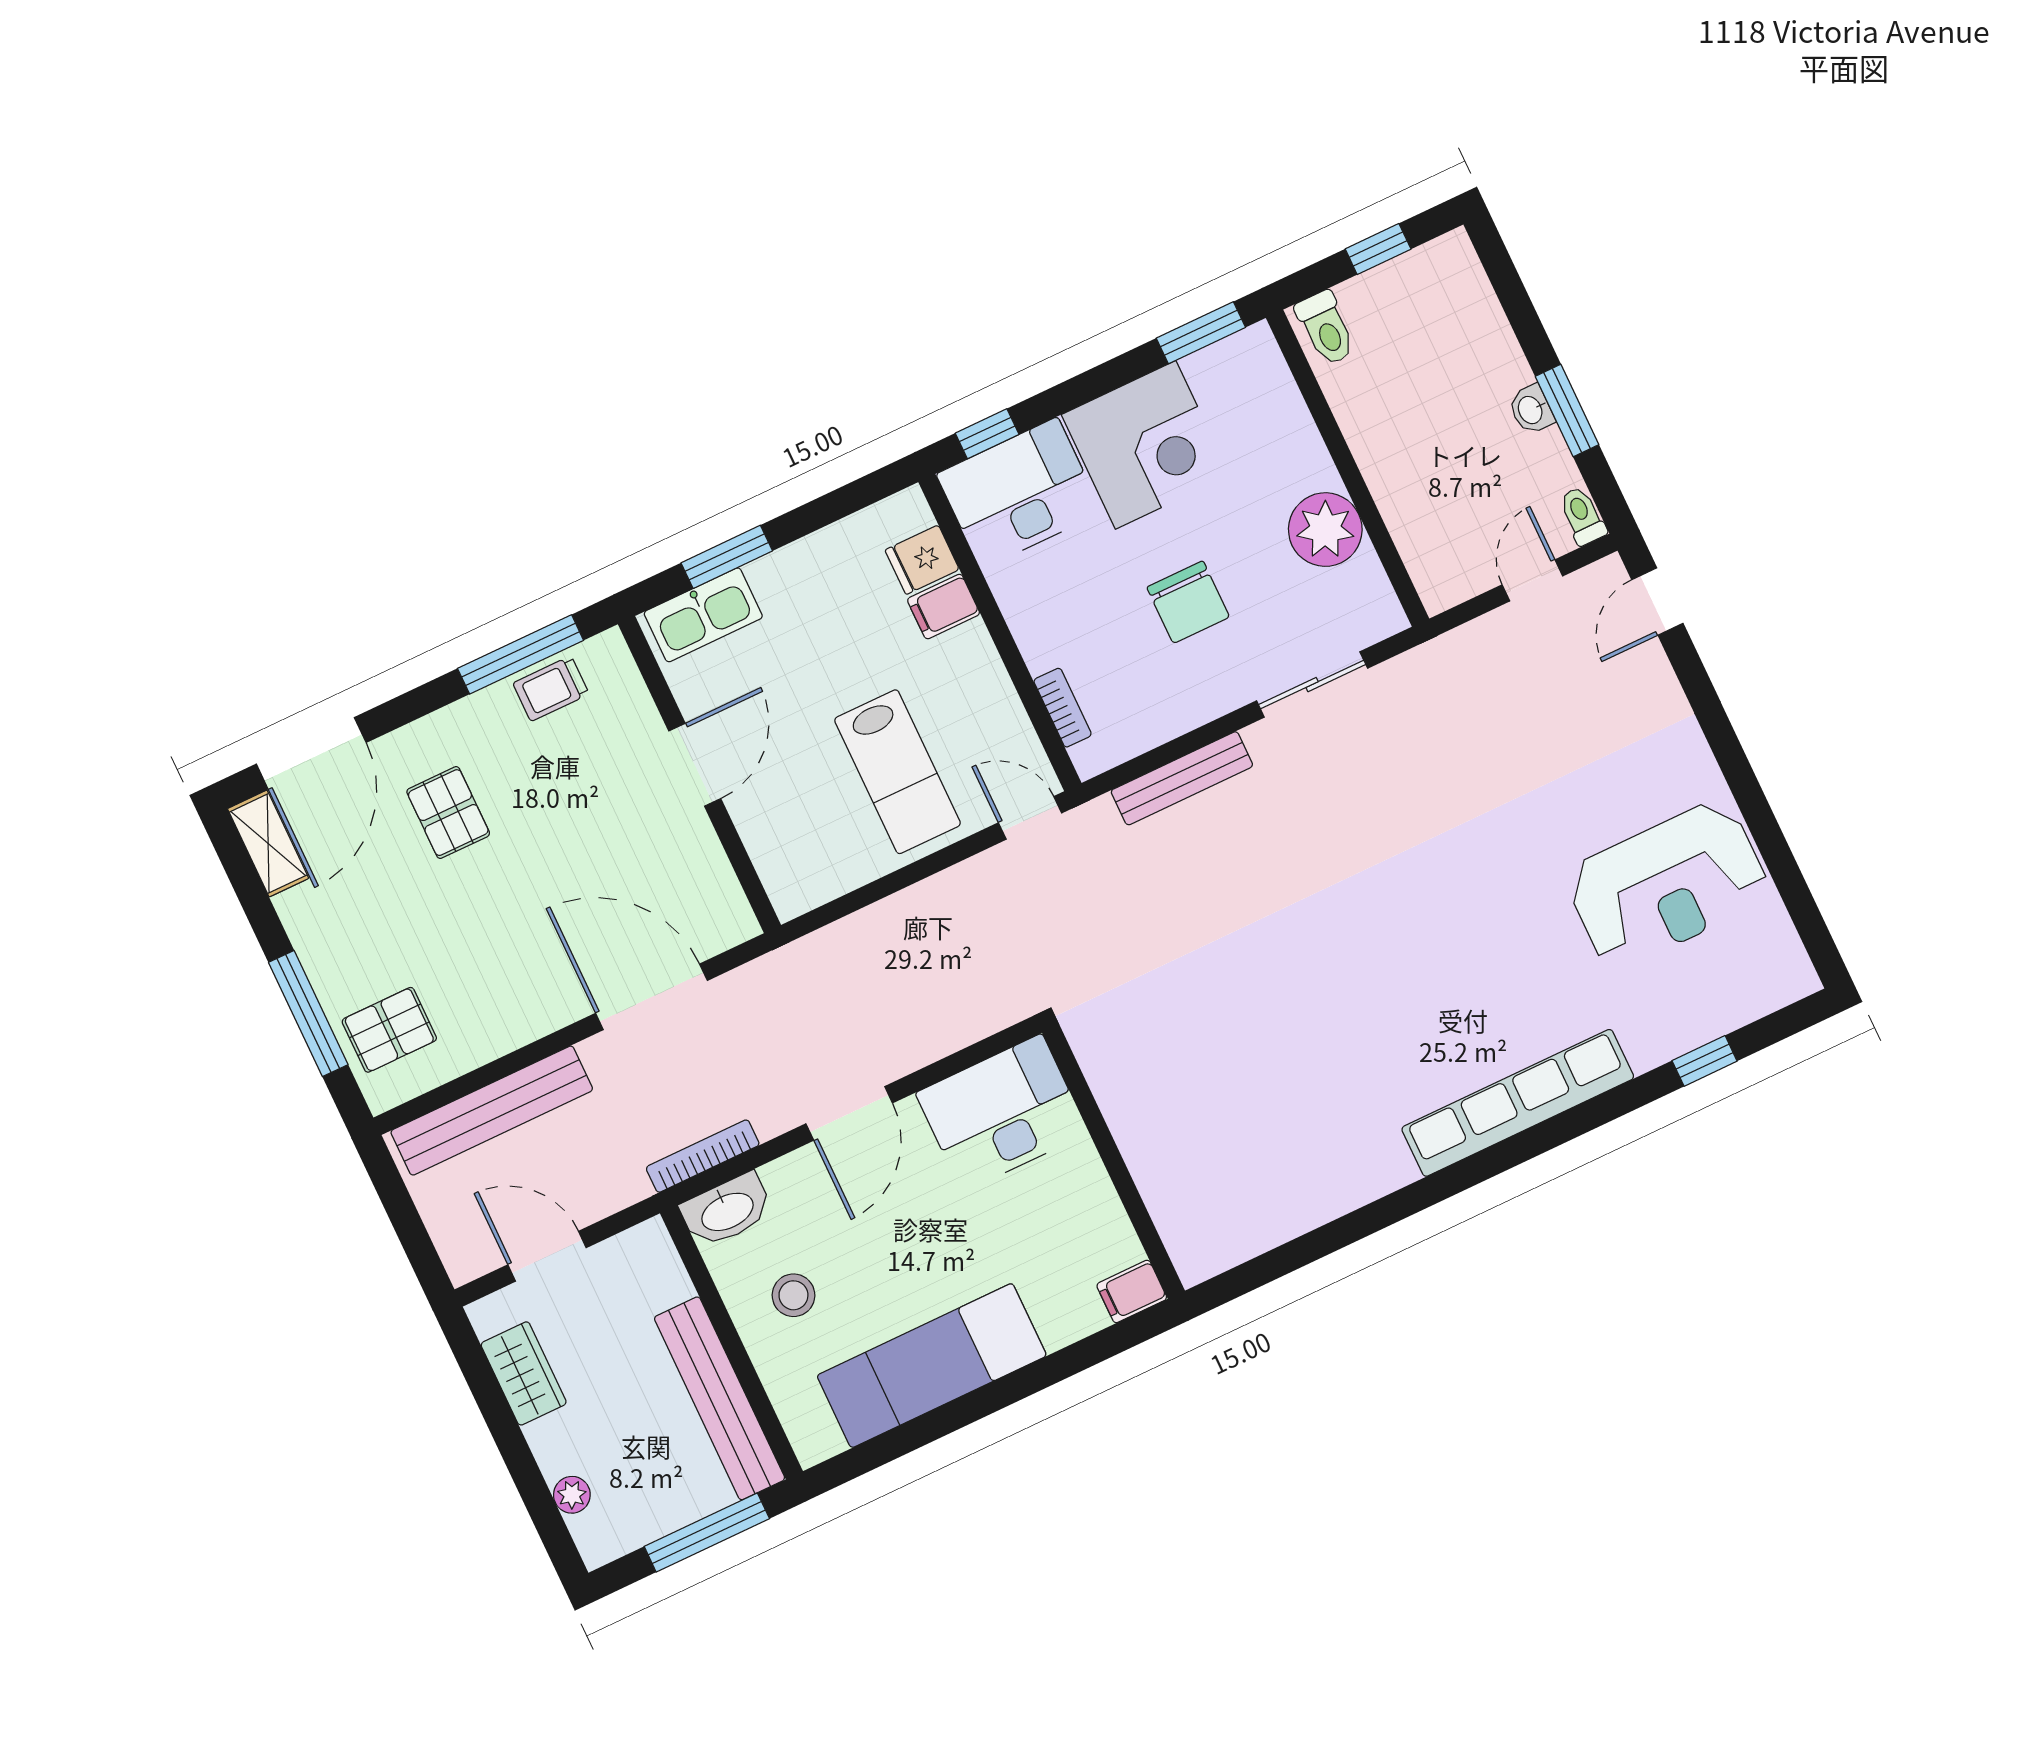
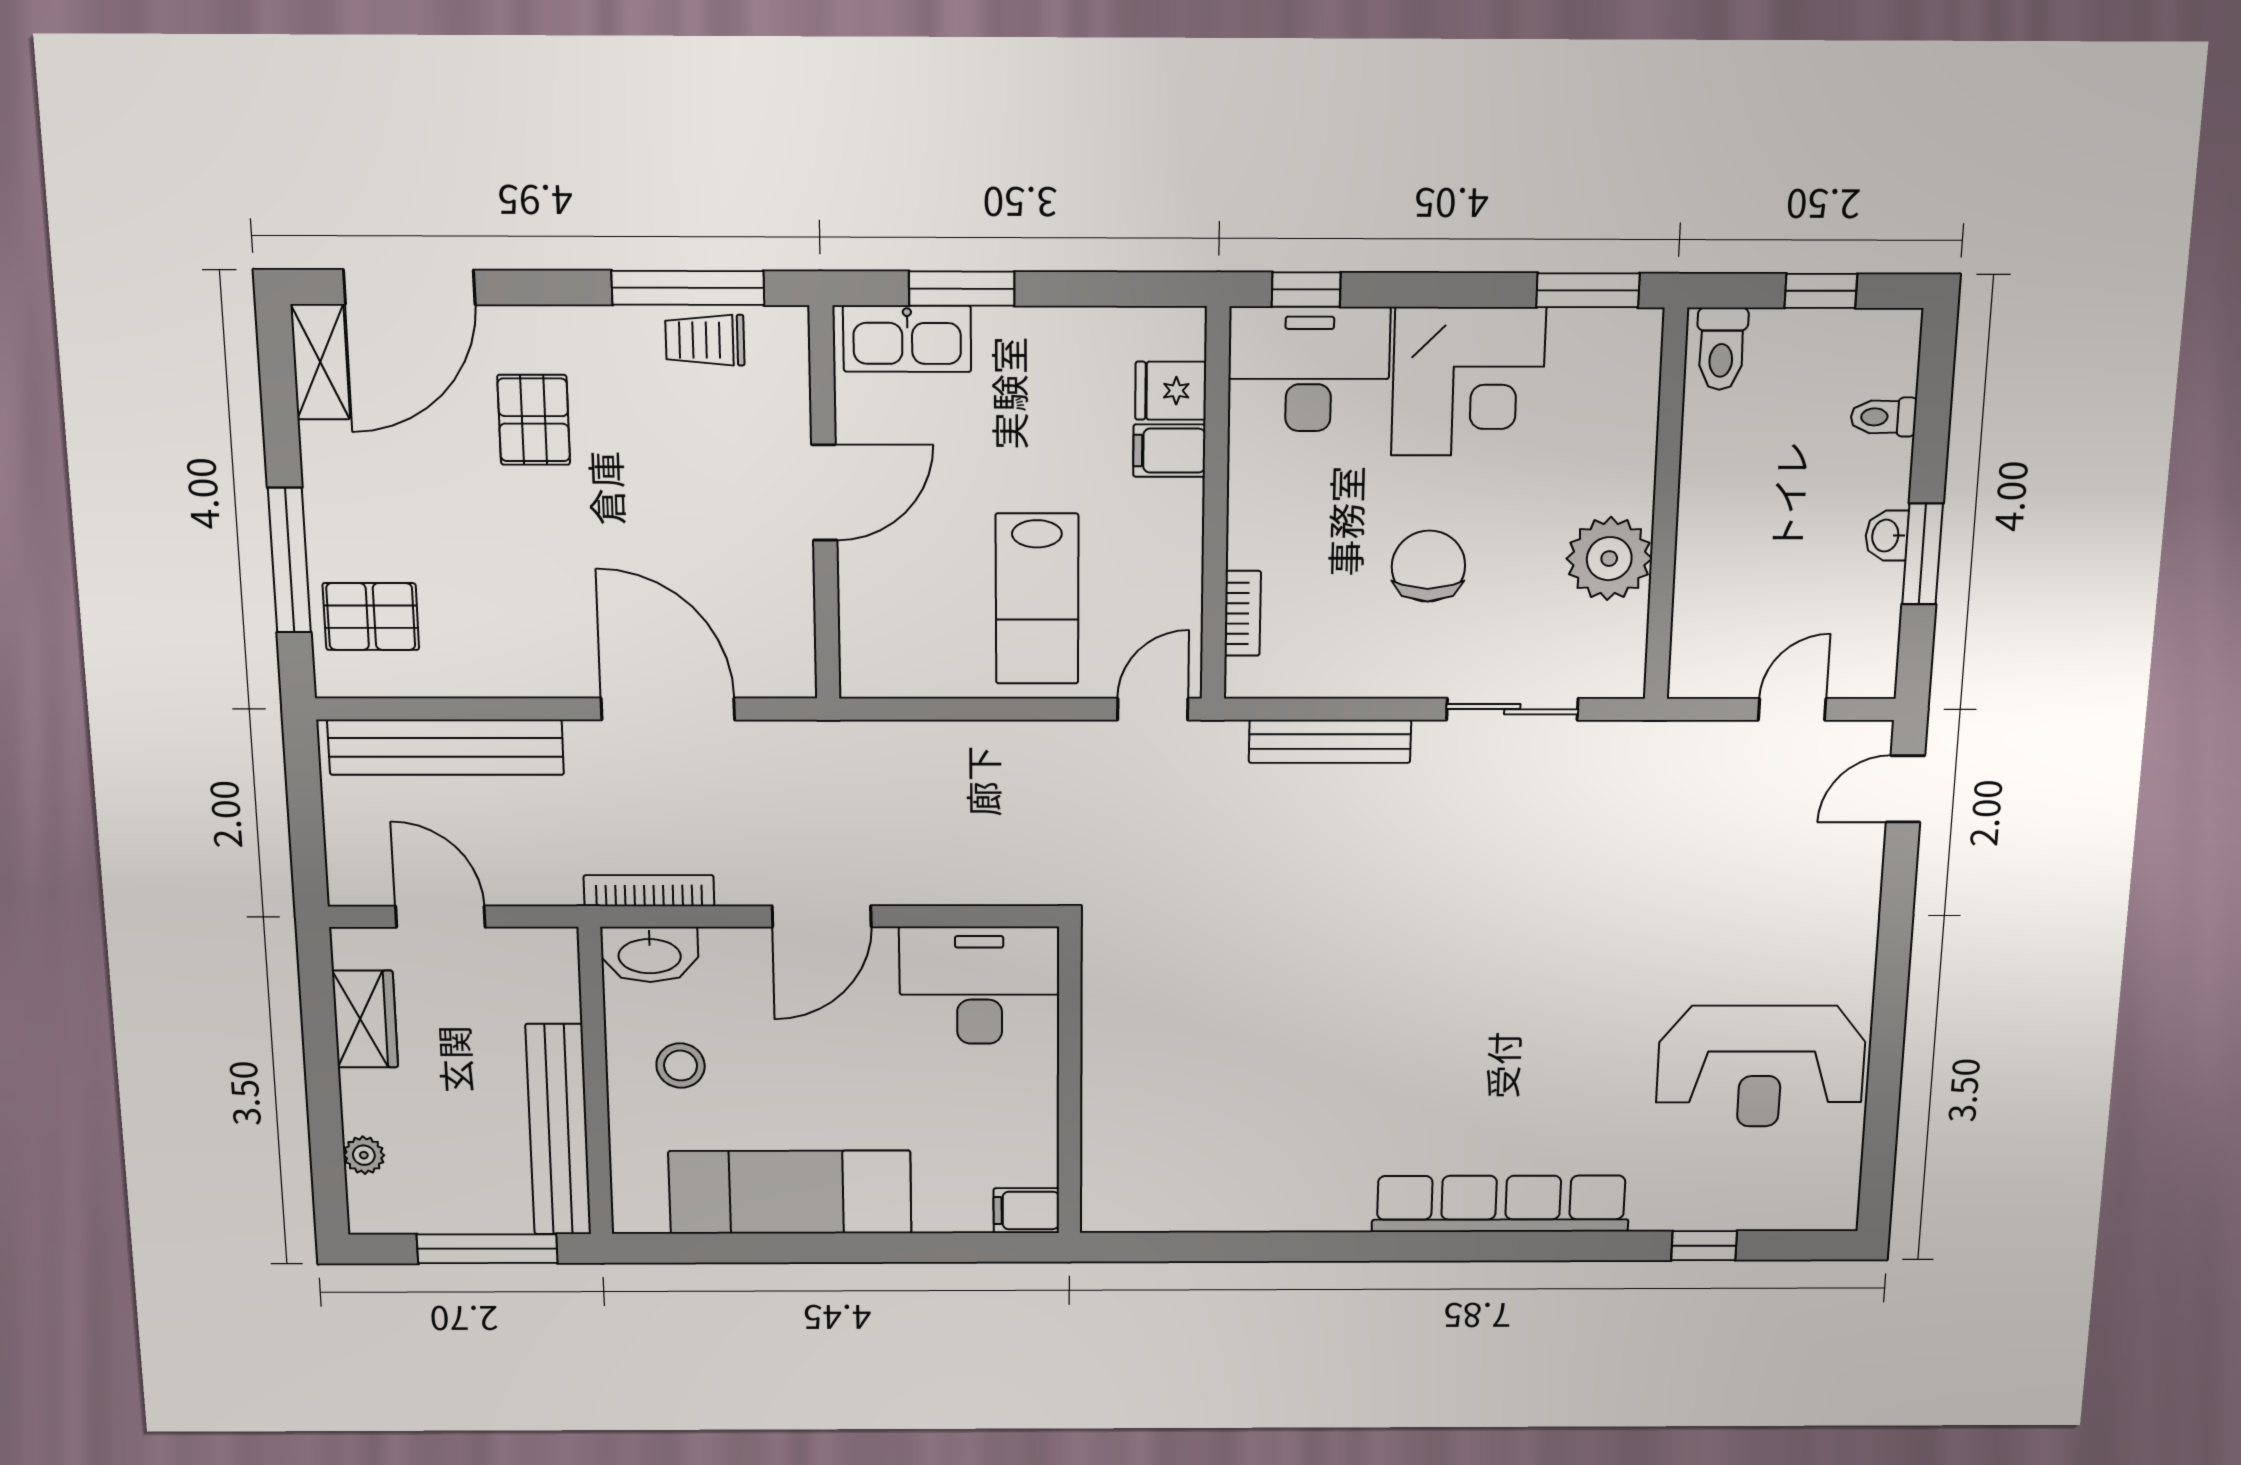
toilet: (1582, 516) -> (1883, 417), moved, turned -90
chair: (1188, 602) -> (1428, 566), turned 180
door: (1030, 818) -> (1153, 709), hinge flipped

